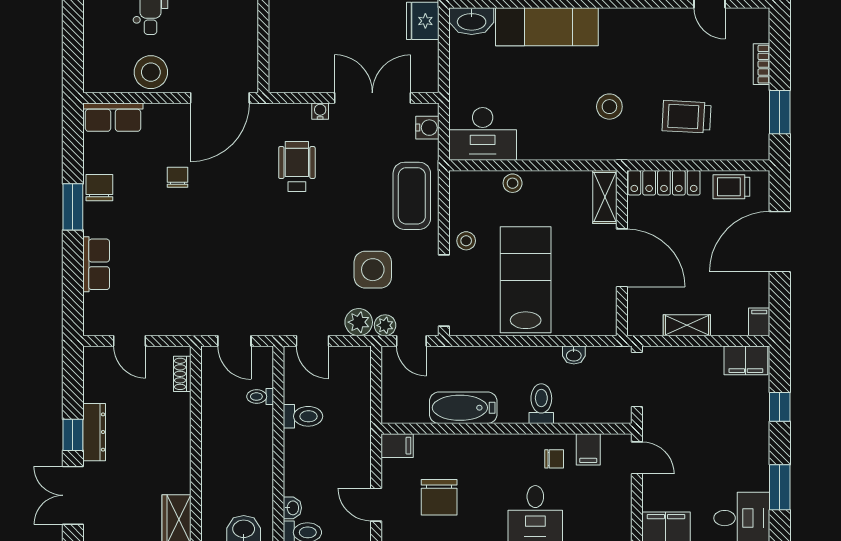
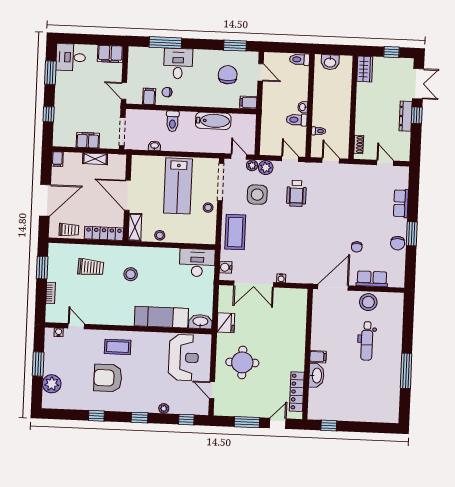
row of seats: (113, 117) -> (372, 279), moved
wheelchair: (297, 167) -> (296, 193), moved
stool: (513, 183) -> (160, 235), moved
filing cabinet: (746, 360) -> (88, 140), moved
washbasin: (292, 508) -> (303, 107), moved

